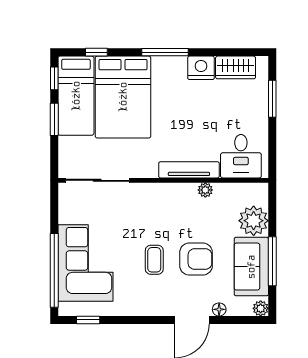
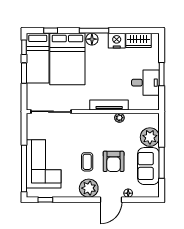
floor lamp: (162, 66) -> (92, 39), added
window: (272, 99) -> (162, 74), moved
desk: (241, 156) -> (145, 83), moved, turned -90
armchair: (196, 259) -> (114, 161), turned 90
plant: (261, 308) -> (89, 188), moved, width x1.87, depth x1.87

